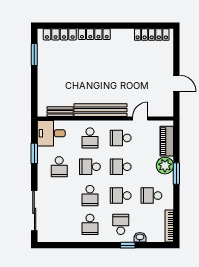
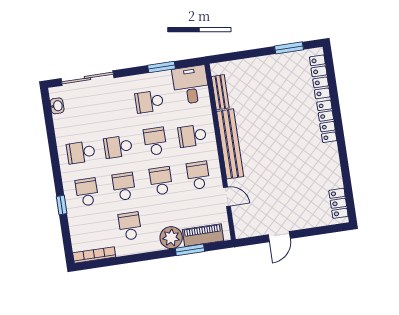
locker: (152, 35) -> (338, 203), width x0.66
window: (176, 174) -> (190, 250), moved
school desk: (121, 224) -> (87, 192), turned -90
washbasin: (140, 237) -> (57, 106), moved

